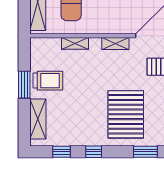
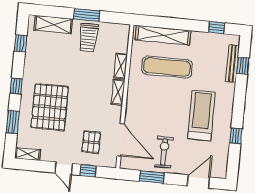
shelving: (115, 44) -> (118, 92), moved
pallet: (126, 114) -> (50, 107), turned 90
window: (94, 152) -> (16, 86), moved

